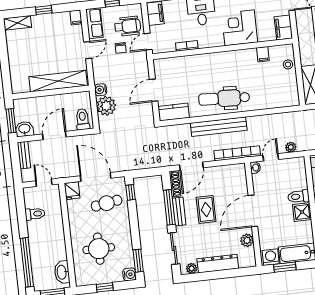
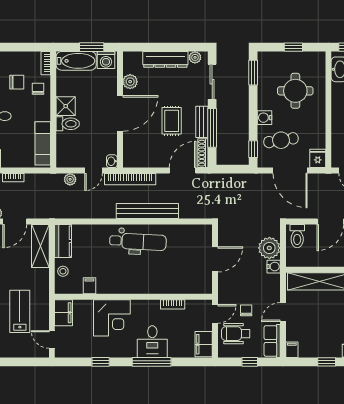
kitchen counter: (174, 112) -> (63, 241), moved, turned -90
water cooler: (129, 274) -> (265, 118), moved

